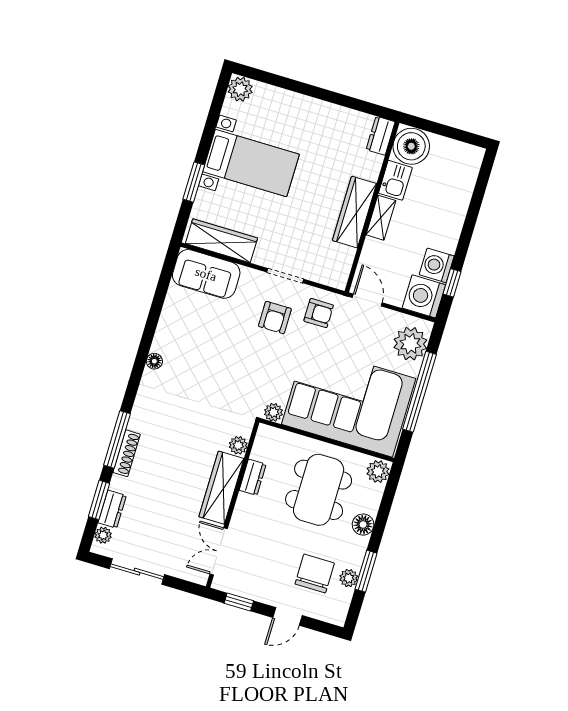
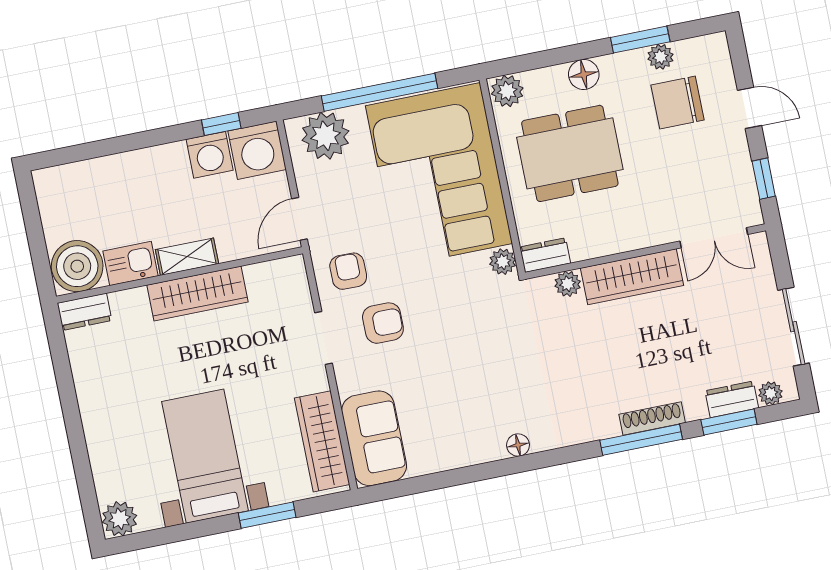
dresser: (253, 477) -> (545, 255), moved

